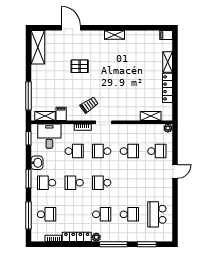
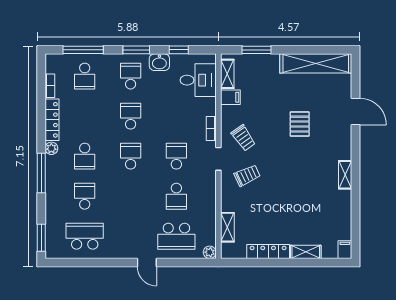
door: (71, 28) -> (355, 112), hinge flipped
shelving: (38, 47) -> (316, 63), width x1.47
window: (28, 96) -> (256, 50), width x0.69
trolley: (115, 102) -> (247, 175), added
window: (28, 138) -> (179, 50), moved
school desk: (74, 151) -> (176, 116), removed
school desk: (157, 151) -> (176, 236), width x1.85
school desk: (129, 214) -> (85, 196), turned 180
window: (147, 244) -> (41, 238), moved

